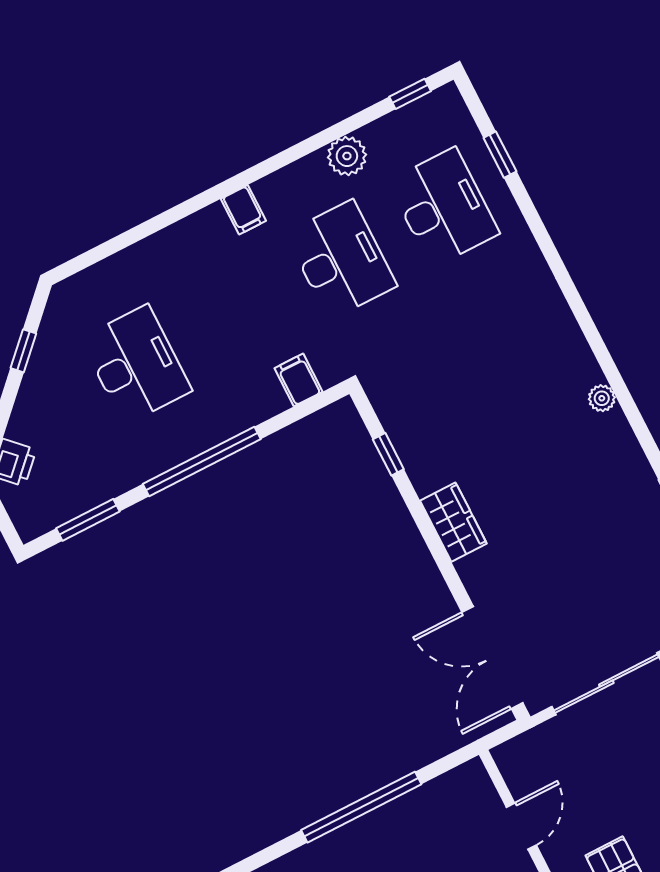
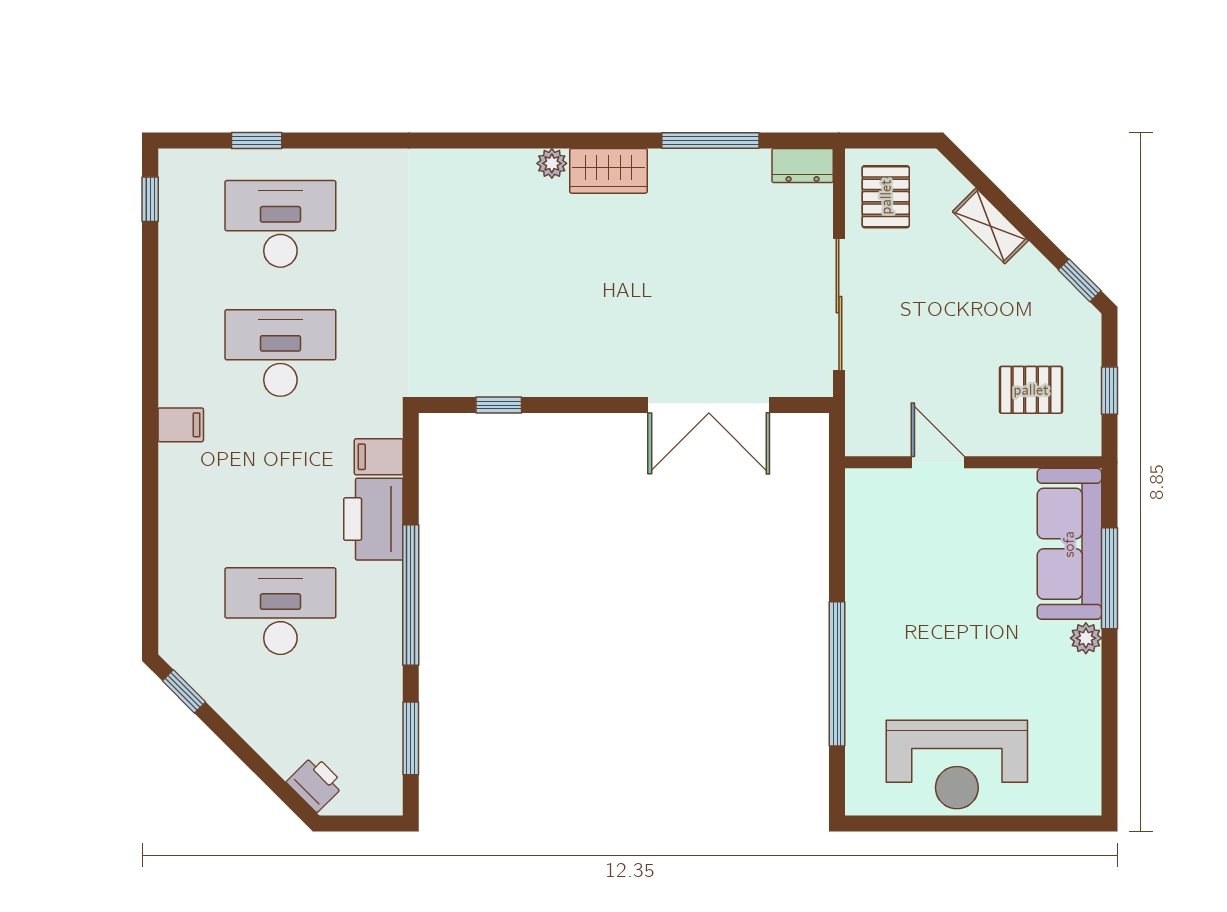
plant: (347, 156) -> (180, 294), removed
window: (23, 351) -> (184, 691), moved
printer: (247, 401) -> (373, 519), added
wardrobe: (453, 522) -> (609, 171), moved, turned 180
double door: (492, 658) -> (709, 405), moved
window: (361, 807) -> (837, 674), moved

